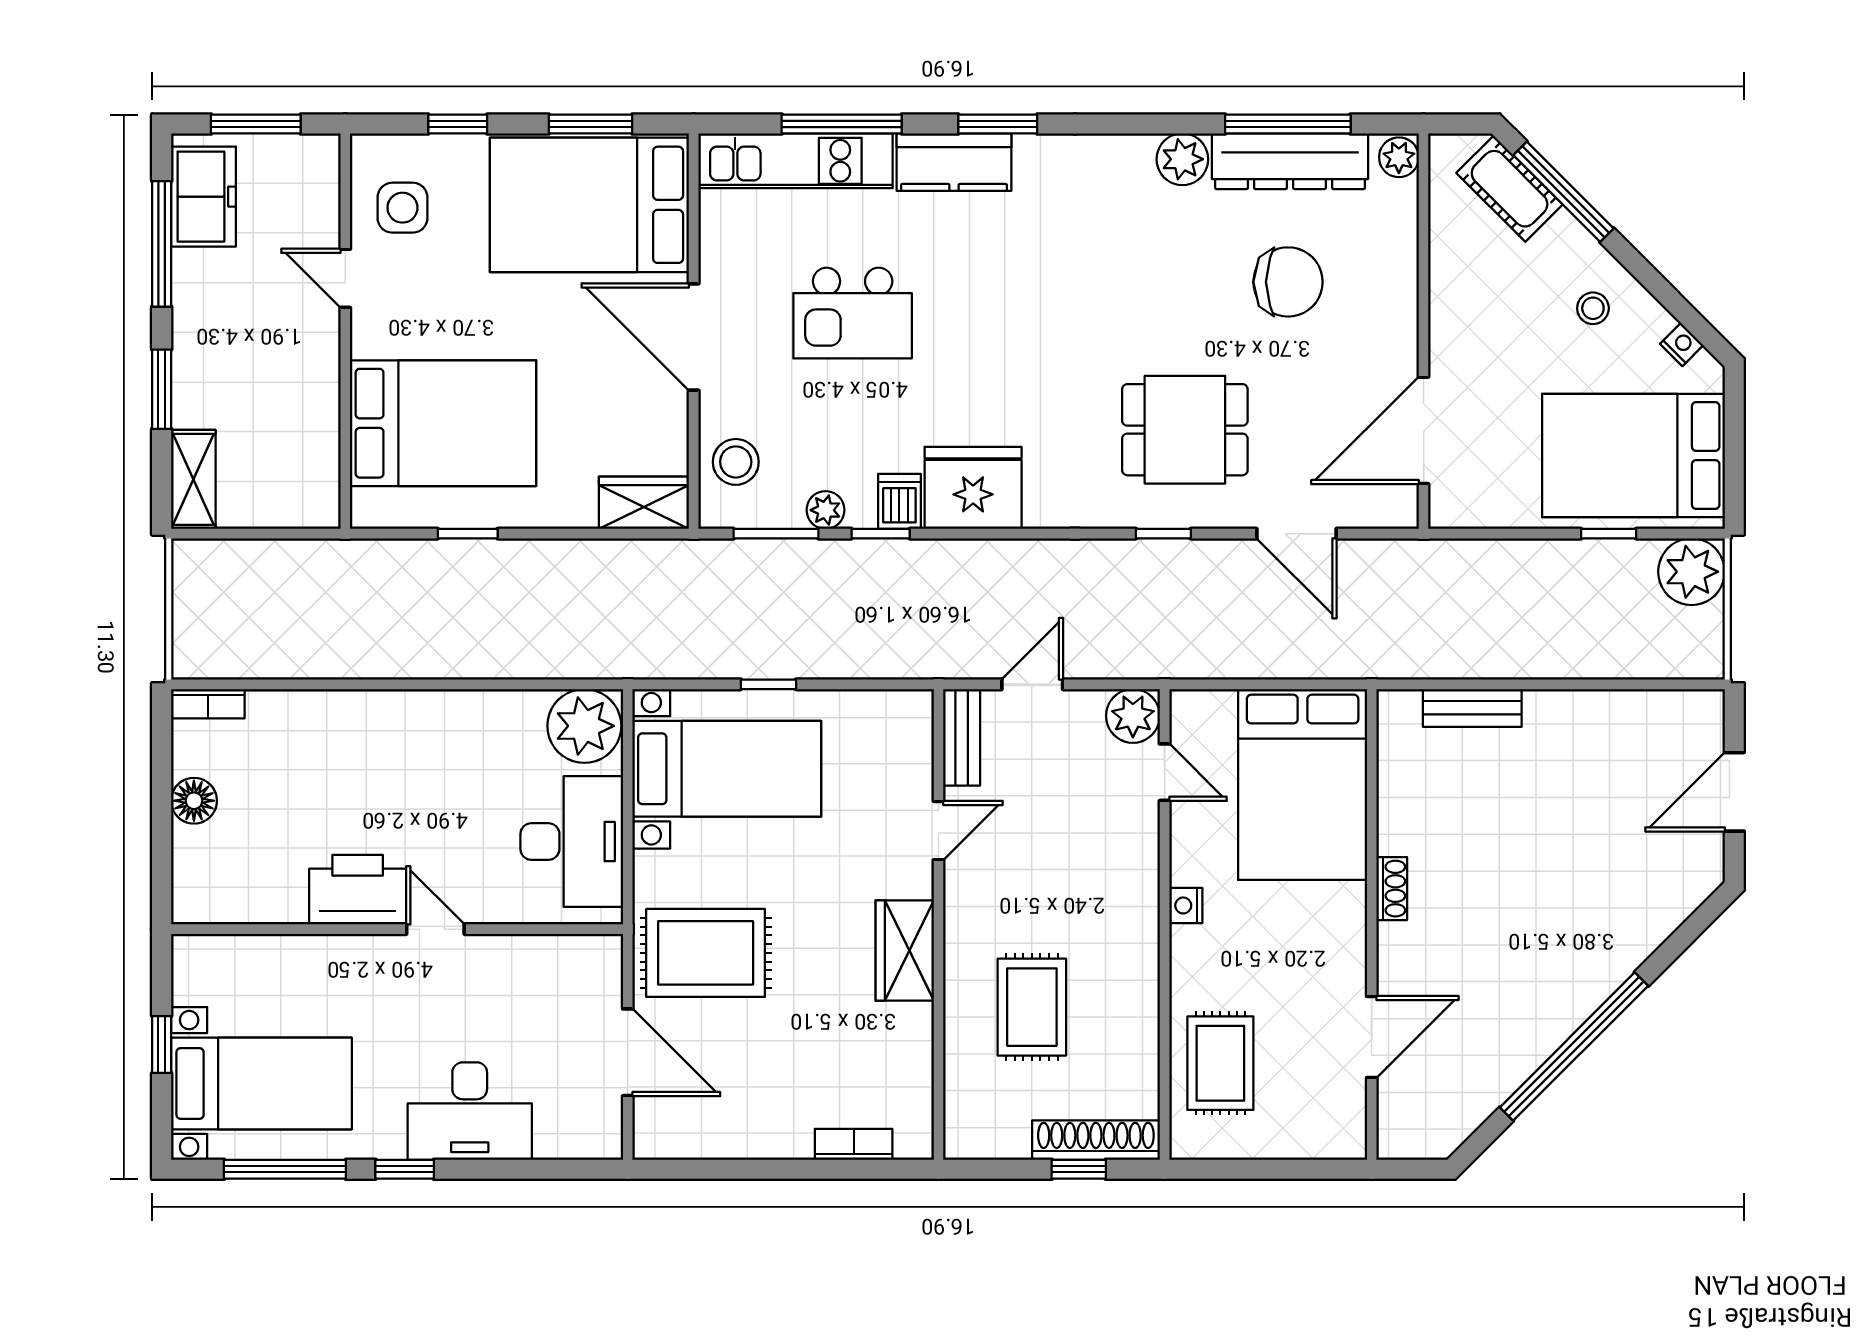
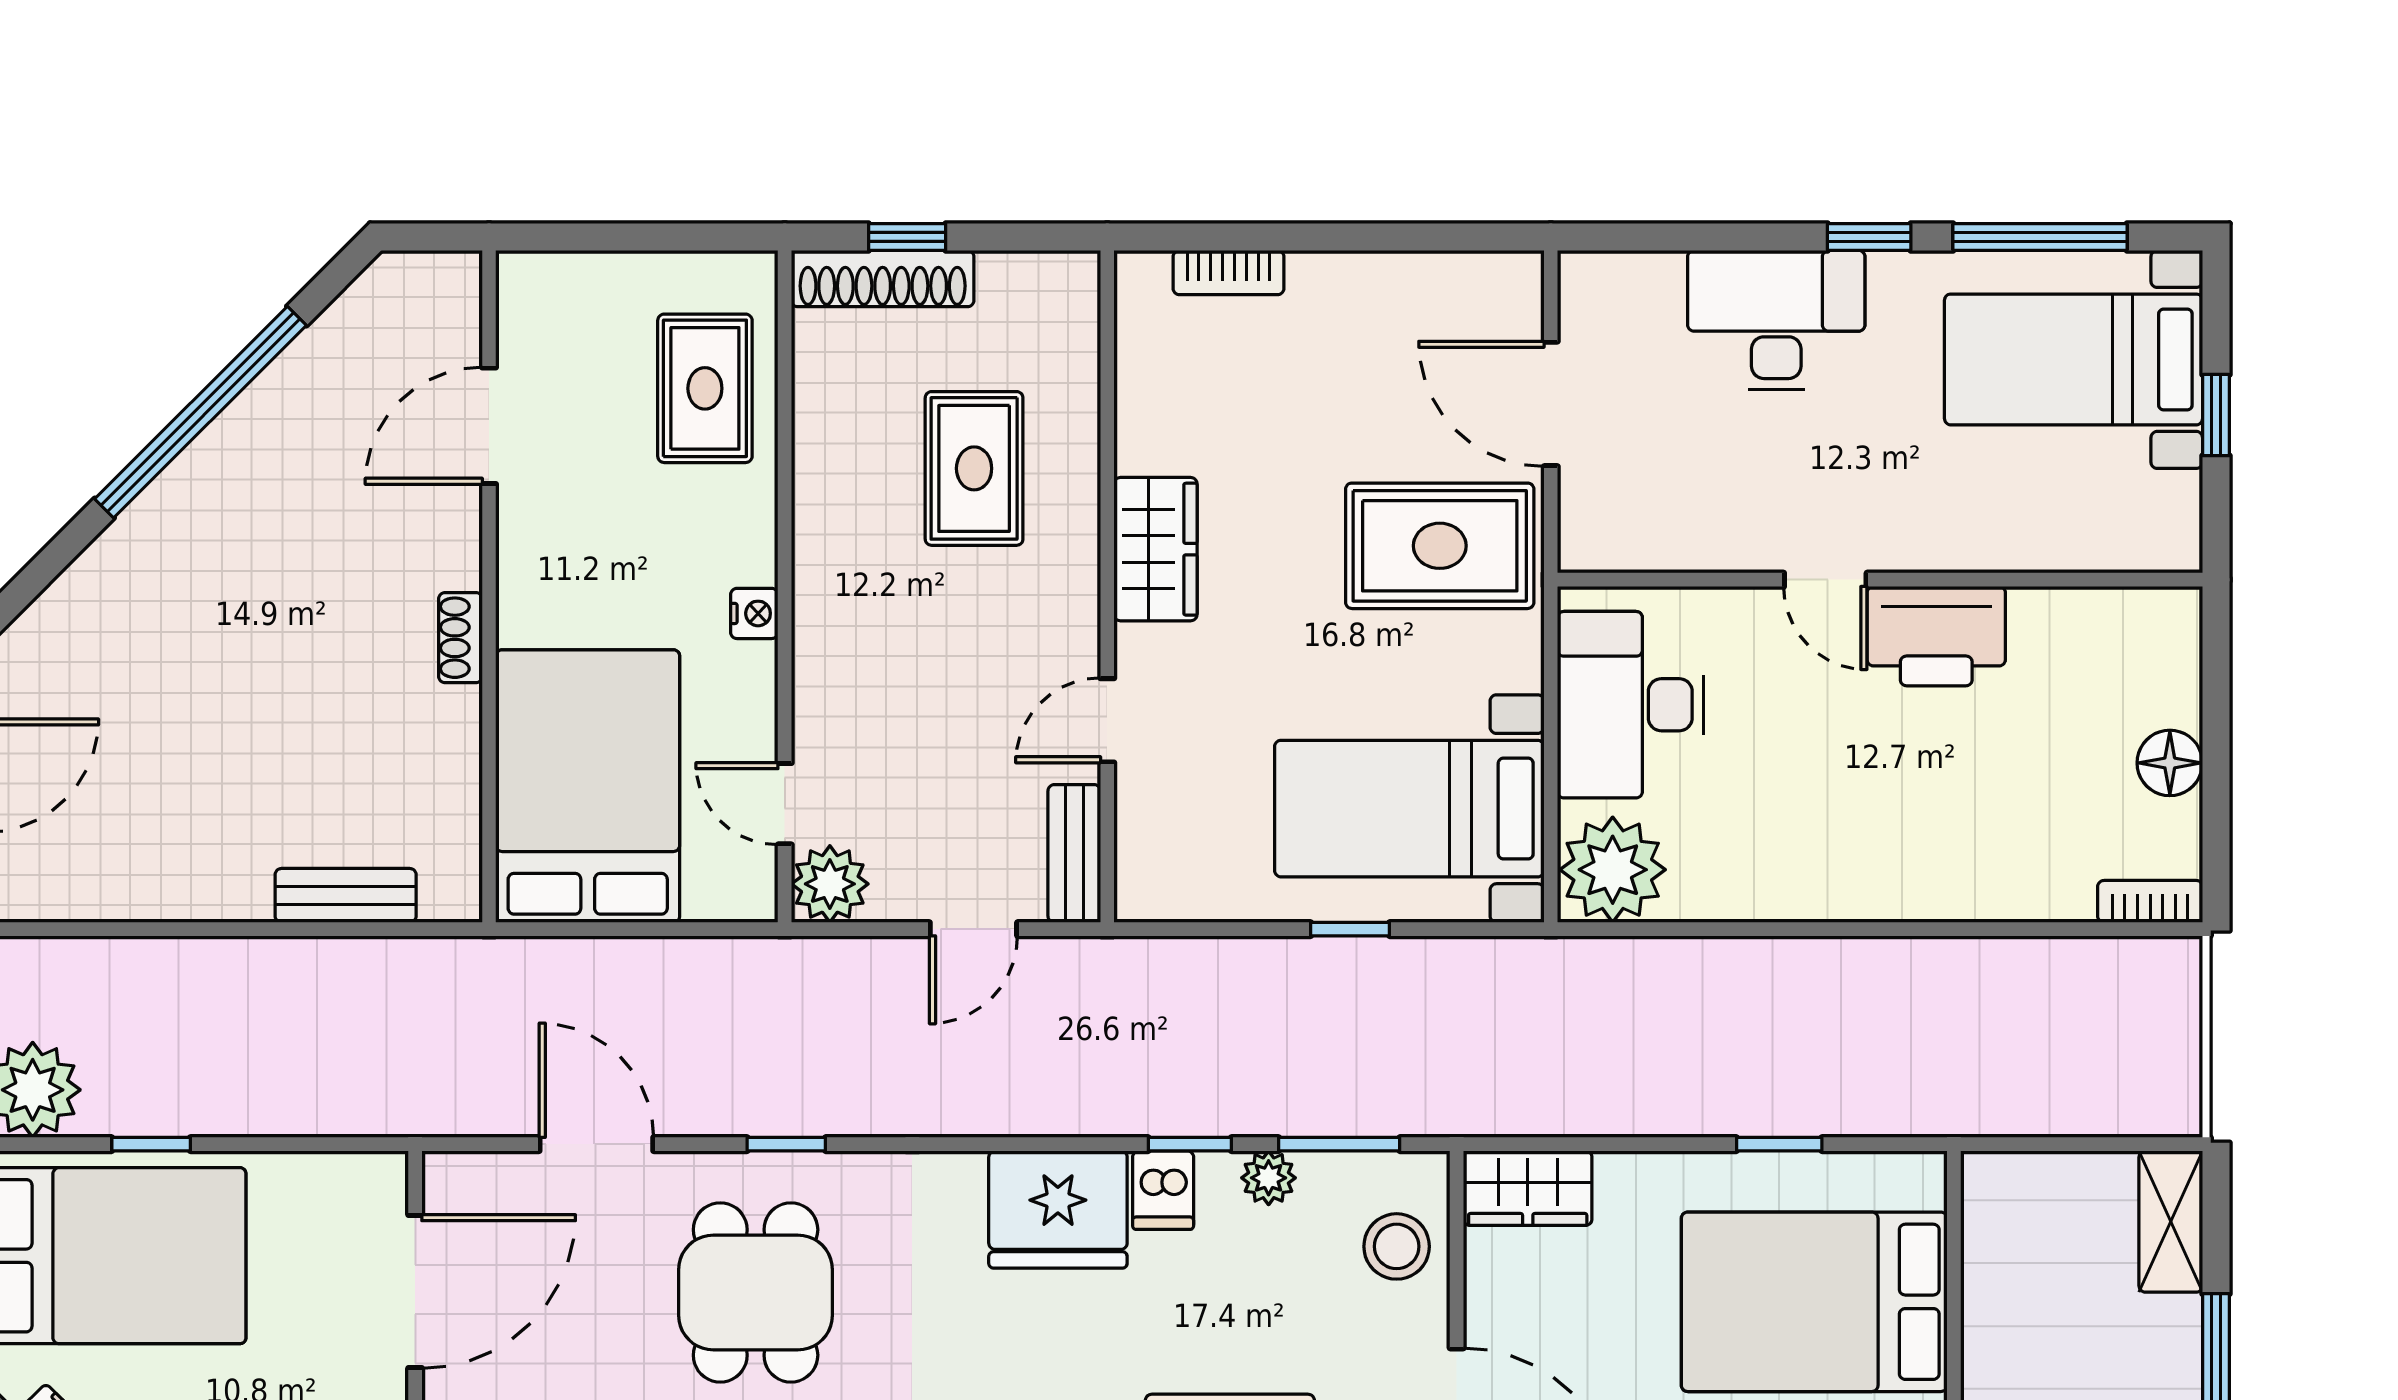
dining table: (1185, 430) -> (756, 1292), turned 90

